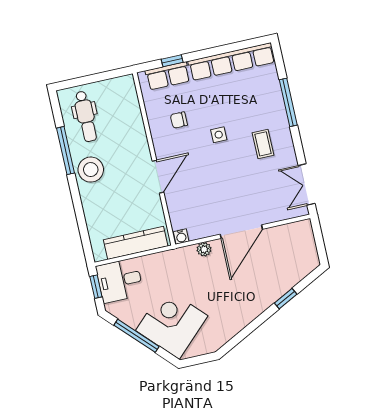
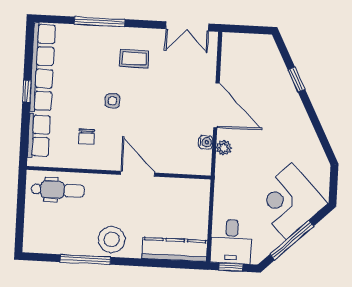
window: (172, 61) -> (27, 91), moved
dental chair: (86, 116) -> (58, 190), moved
water cooler: (181, 237) -> (206, 142), moved
kitchen counter: (136, 243) -> (175, 250), moved, turned 90

